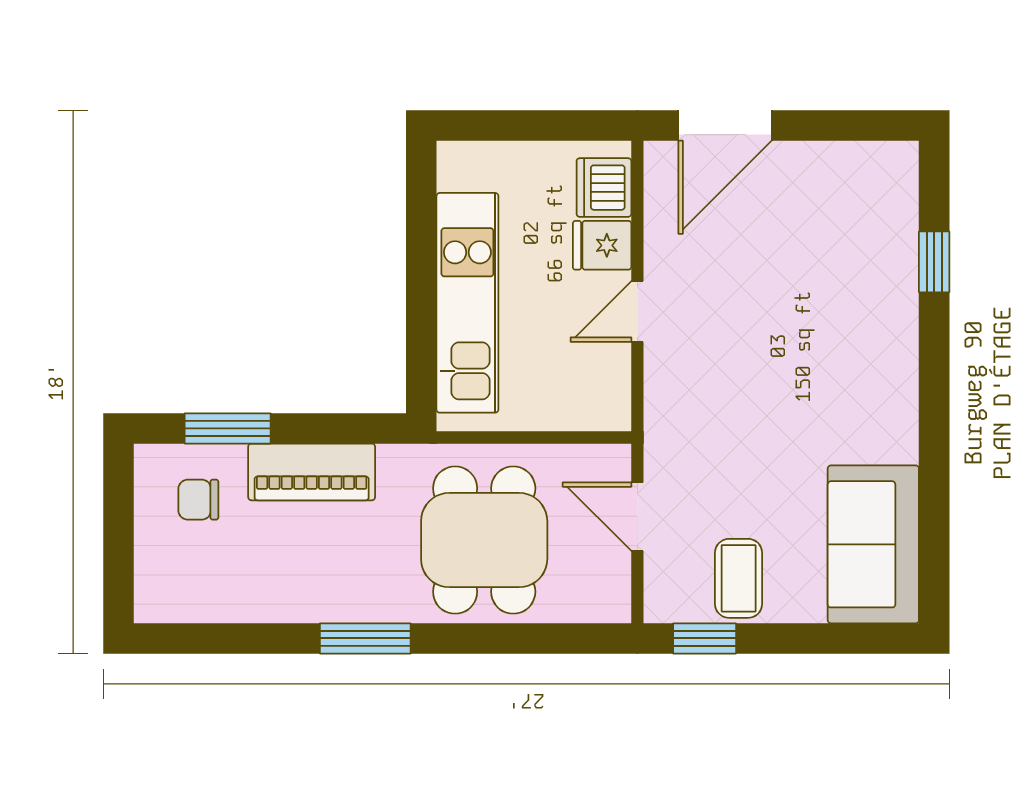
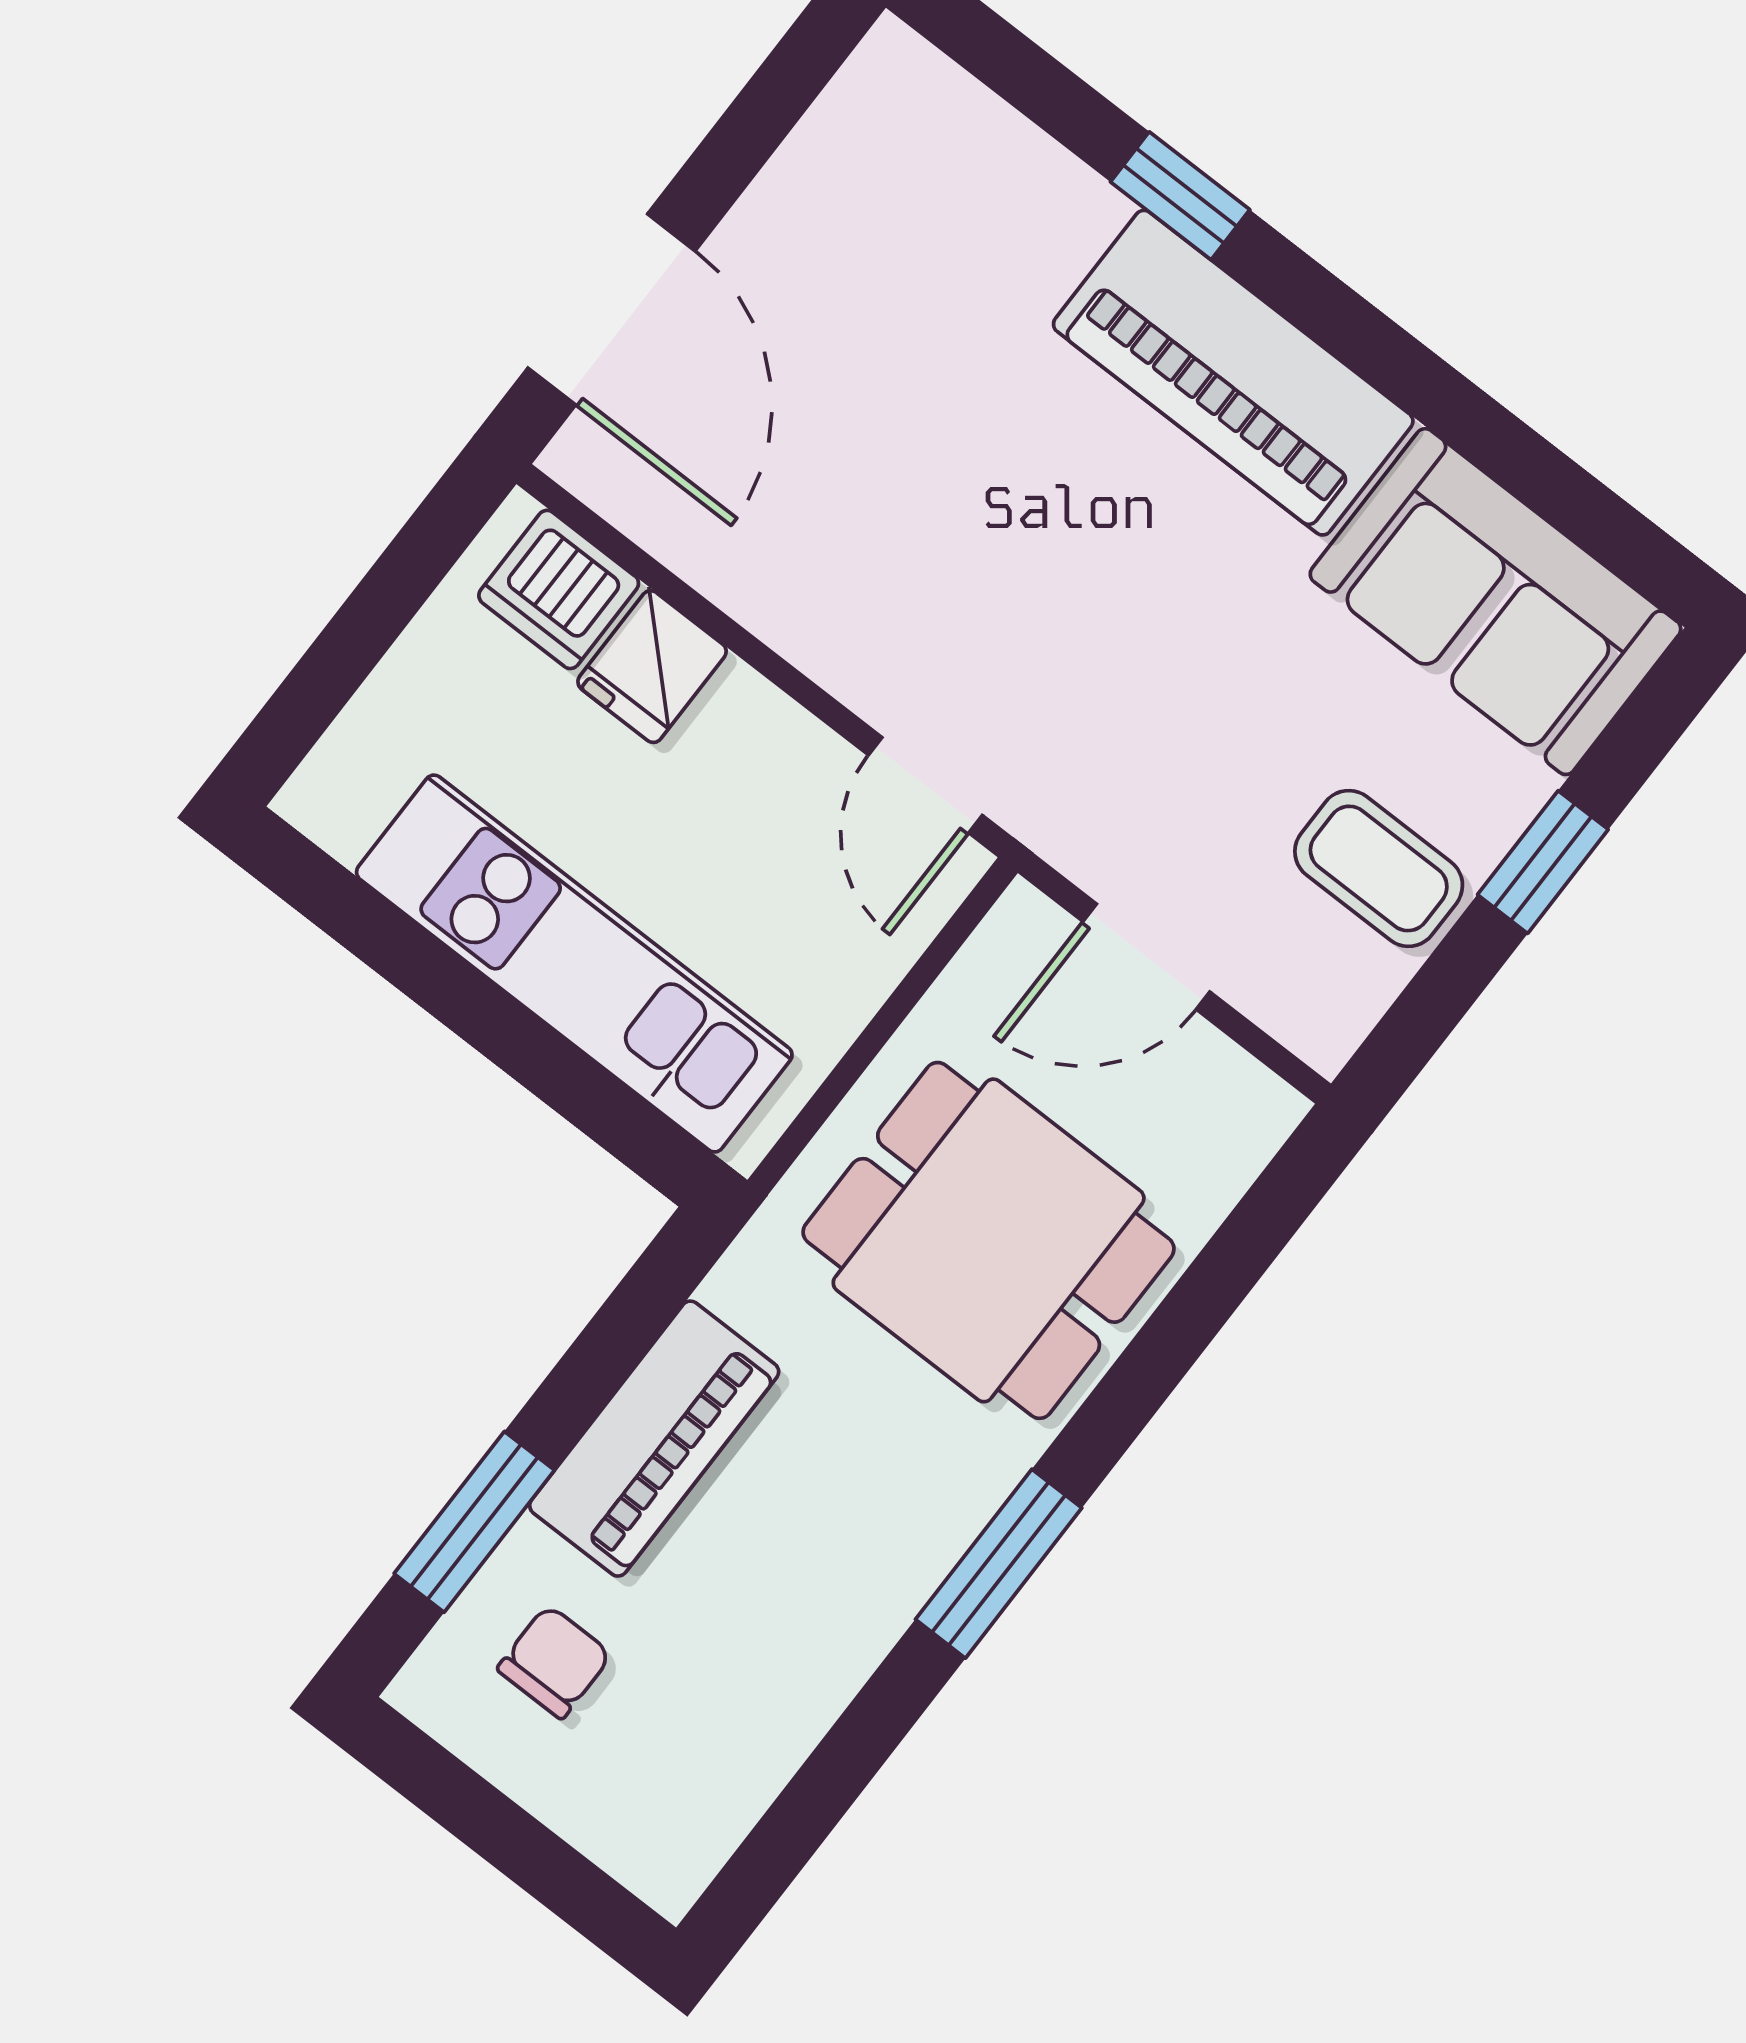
window: (934, 262) -> (1180, 196), moved
door: (637, 311) -> (925, 785), moved
piano: (883, 378) -> (1233, 373), added
chair: (198, 500) -> (555, 1662), turned 180
window: (705, 638) -> (1543, 862), moved

